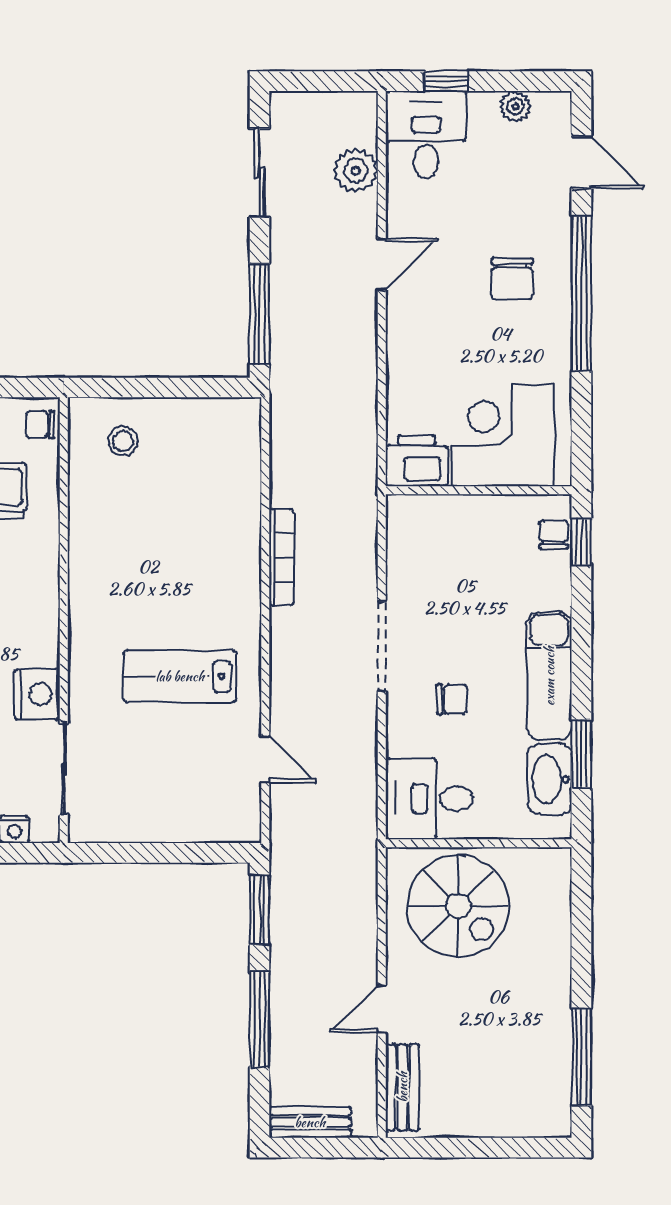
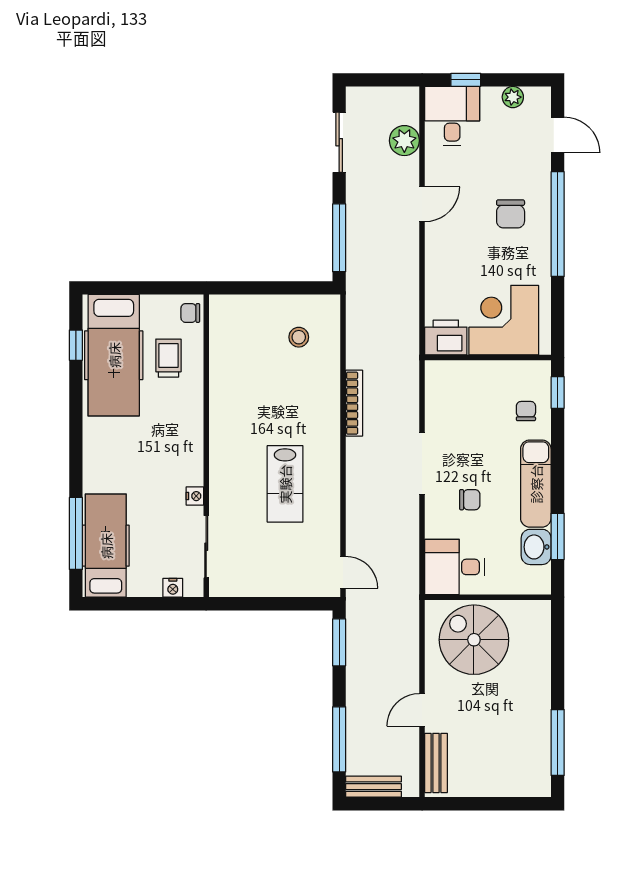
stool: (123, 441) -> (299, 337), moved
chair: (554, 534) -> (526, 411), moved
lab bench: (180, 676) -> (285, 484), turned -90
nightstand: (37, 694) -> (195, 496), width x0.53, depth x0.56
door: (265, 759) -> (343, 572), moved
washbasin: (550, 779) -> (536, 547), width x0.72
spiral stairs: (458, 906) -> (474, 640), turned 180
window: (260, 1020) -> (339, 739), moved

